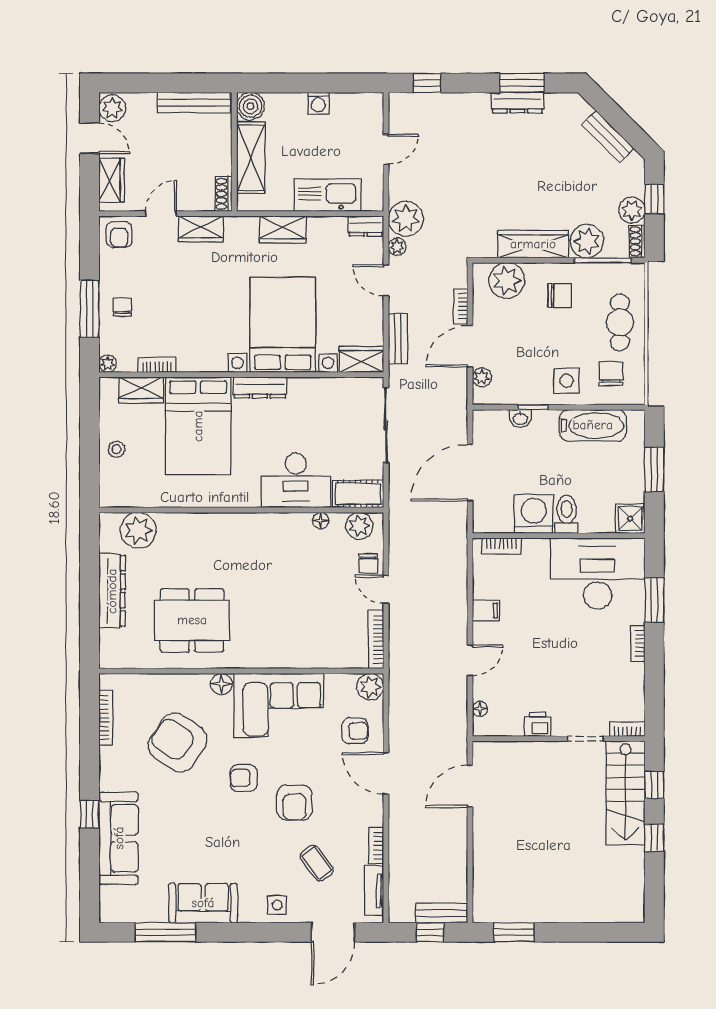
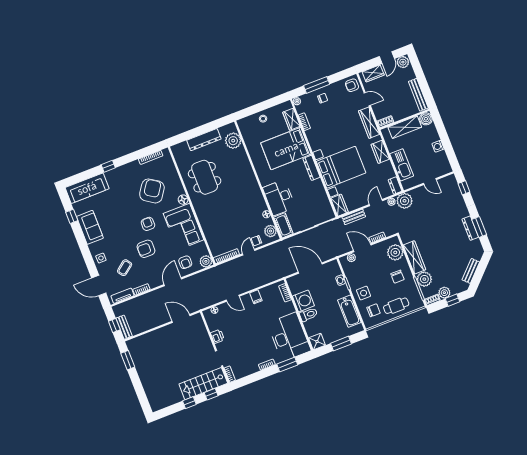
wardrobe: (201, 229) -> (369, 123), width x1.50
sofa: (119, 838) -> (87, 188), moved
window: (165, 932) -> (72, 216), width x0.46

